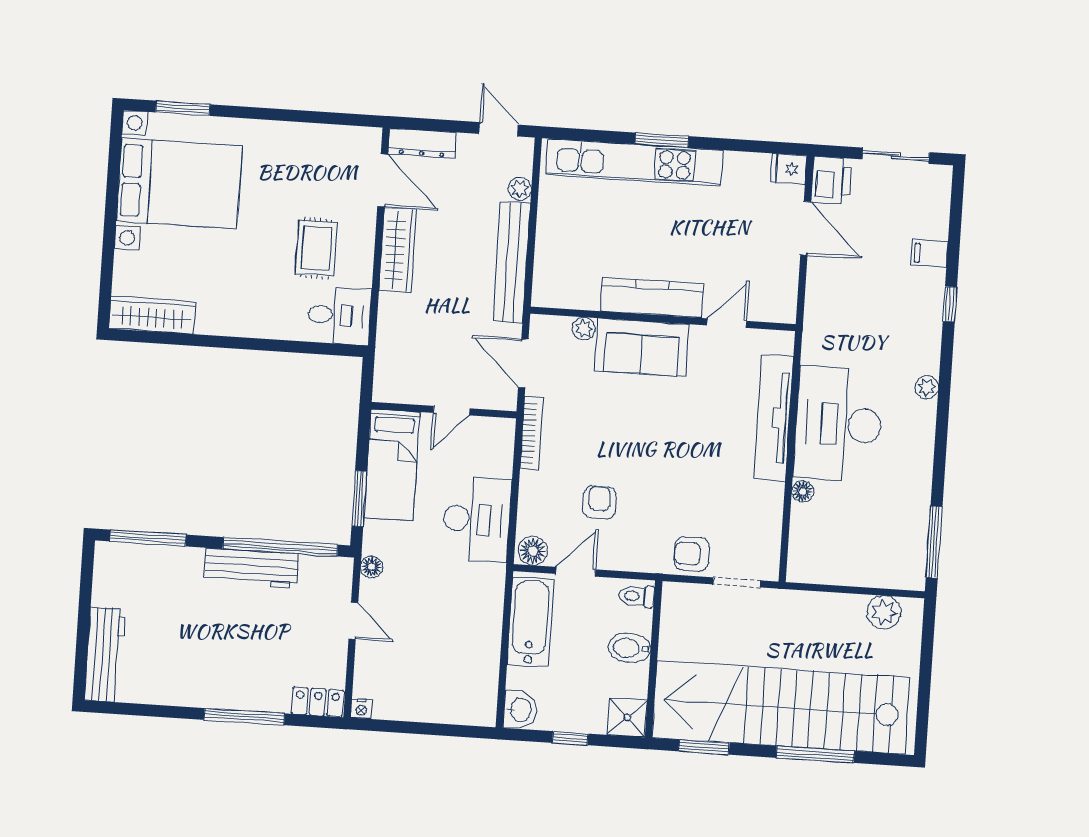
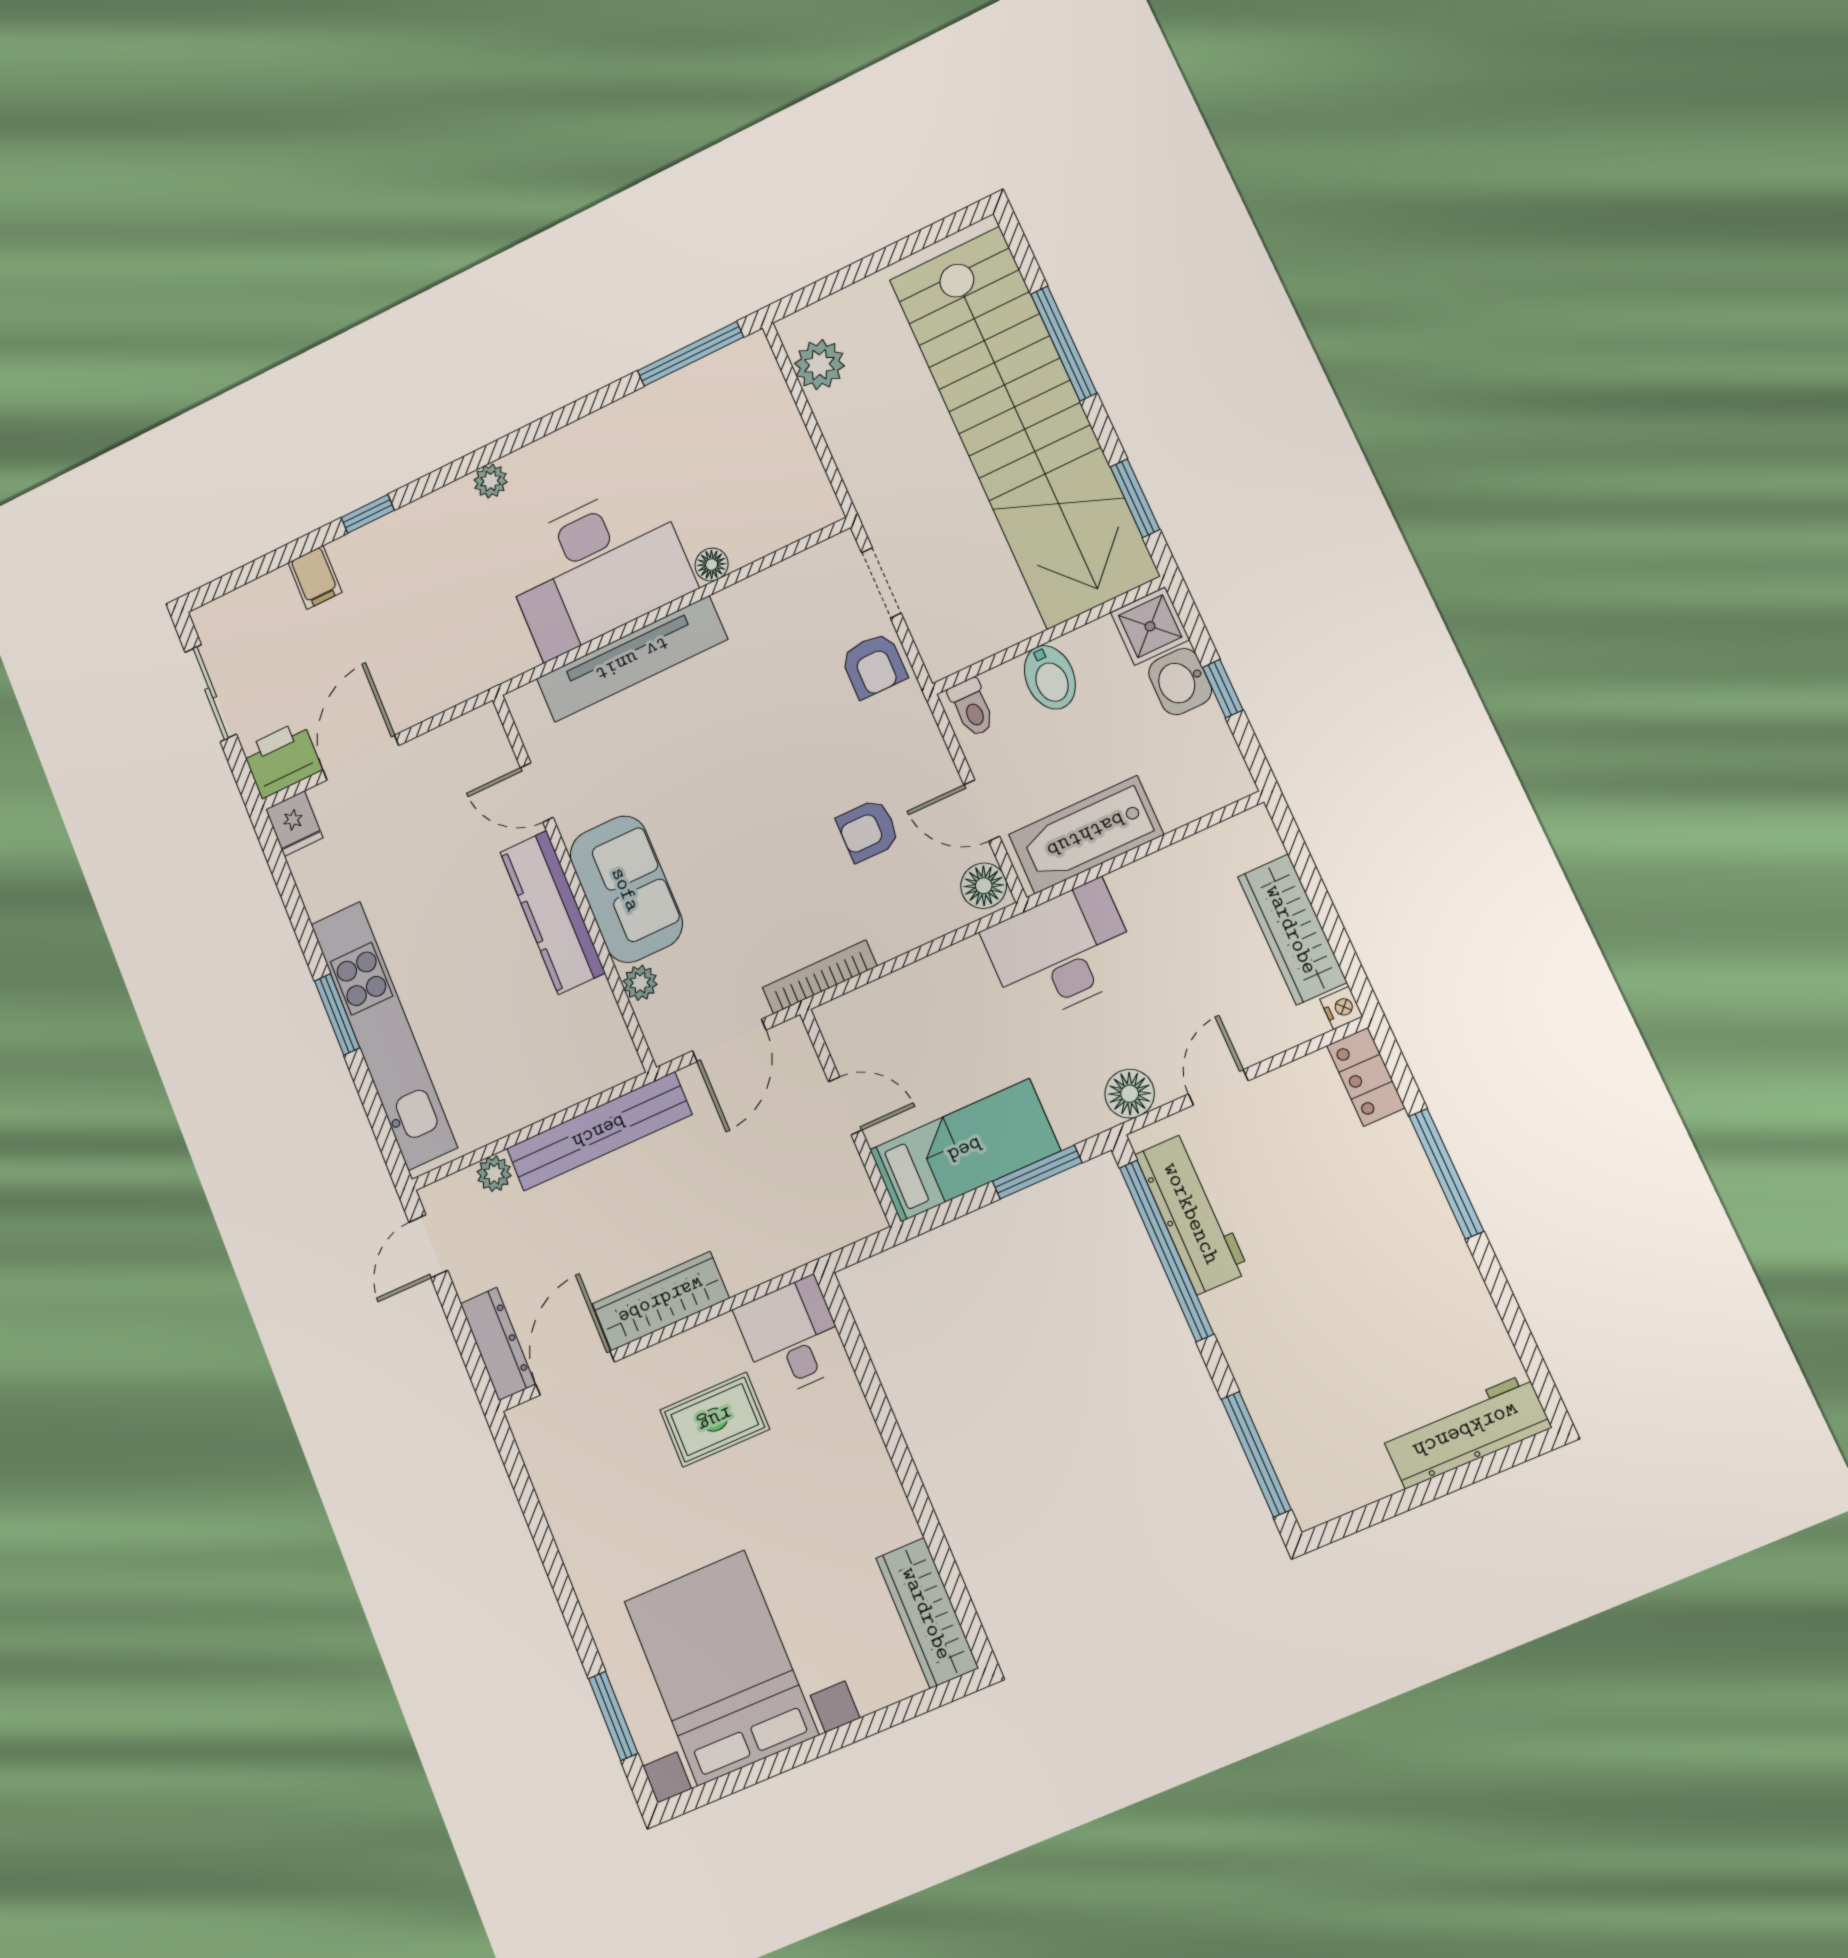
desk: (476, 519) -> (1061, 952), moved
floor lamp: (372, 567) -> (1130, 1094), width x1.37, depth x1.37
workbench: (251, 568) -> (1192, 1213), moved
wardrobe: (418, 705) -> (1292, 929), added
washbasin: (520, 710) -> (1180, 682), moved, turned -90

